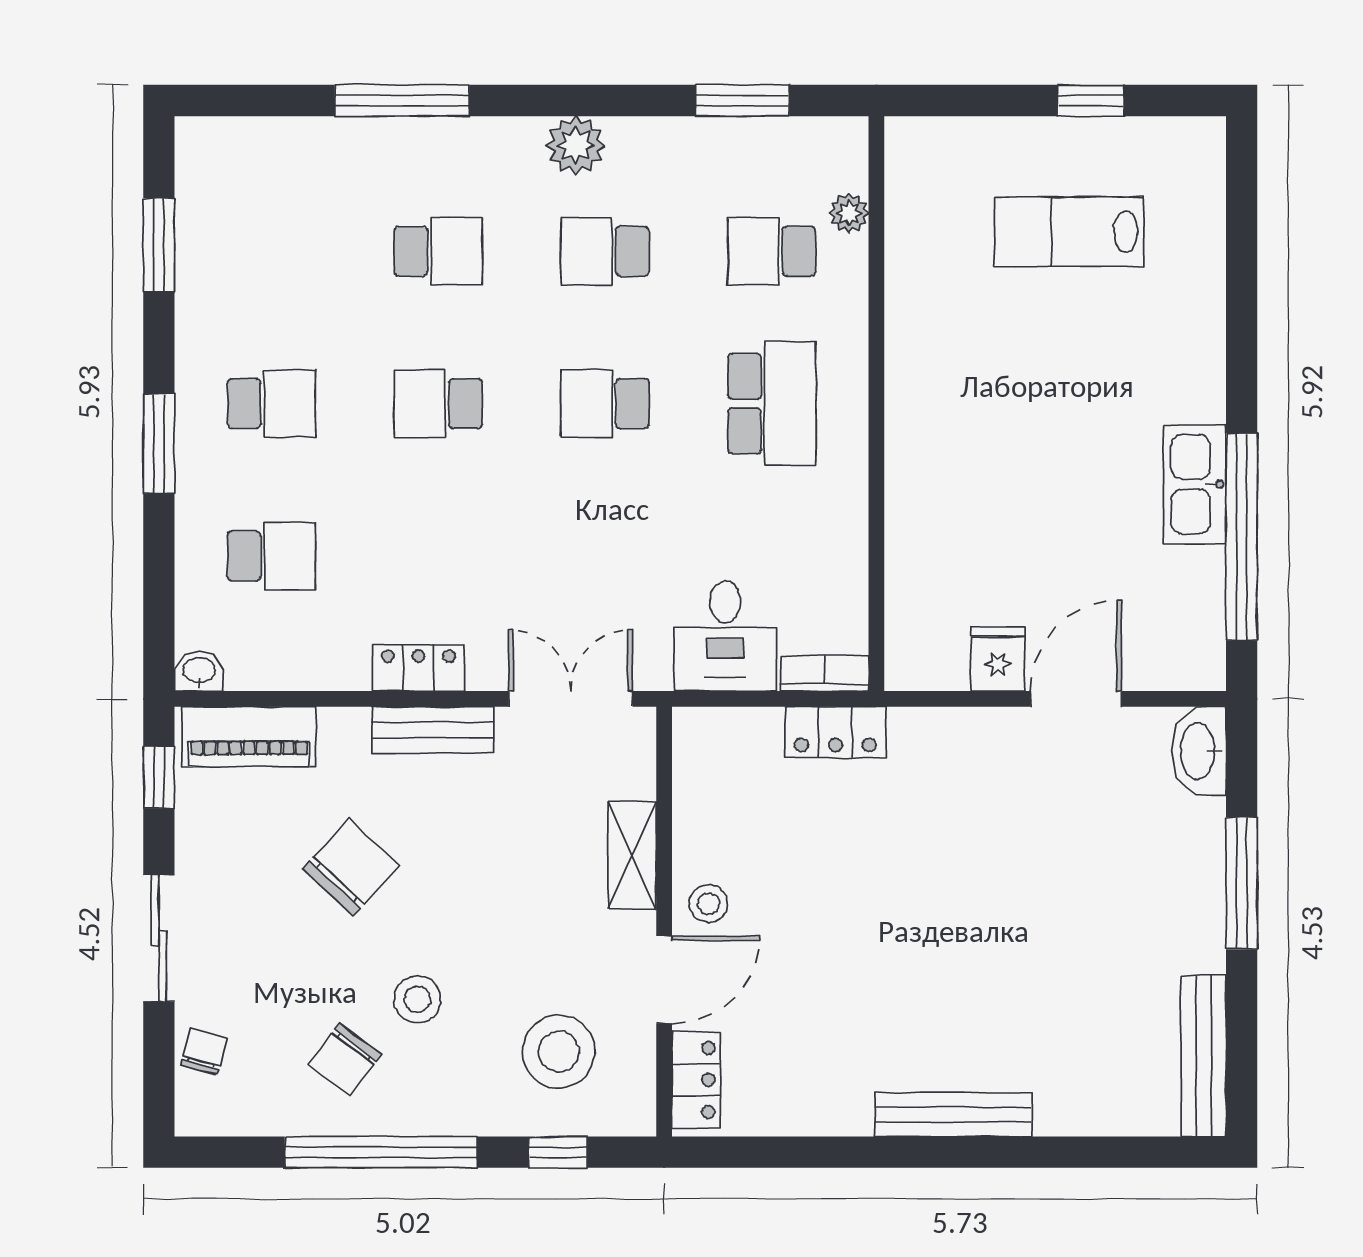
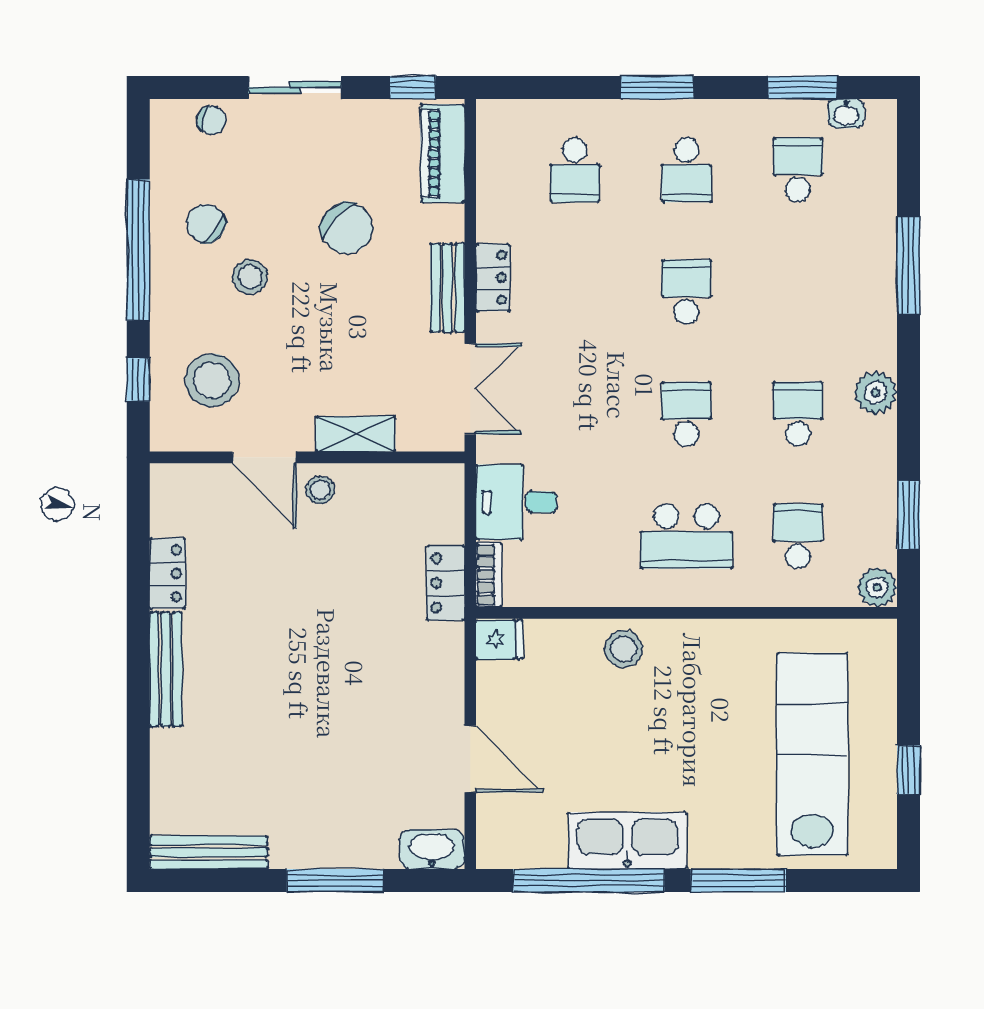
plant: (849, 213) -> (877, 587), moved, width x1.38, depth x1.38
lab bench: (1069, 232) -> (812, 754), width x1.86, depth x1.39
school desk: (438, 251) -> (798, 170), moved, turned 180
window: (1242, 333) -> (738, 880), added
kitchen sink: (1195, 484) -> (627, 841), width x1.36, depth x1.24
stool: (926, 489) -> (624, 649), added
fridge: (998, 659) -> (499, 640), moved
washbasin: (199, 671) -> (846, 113), moved, turned 90
locker: (696, 1080) -> (167, 573), moved, turned -90

